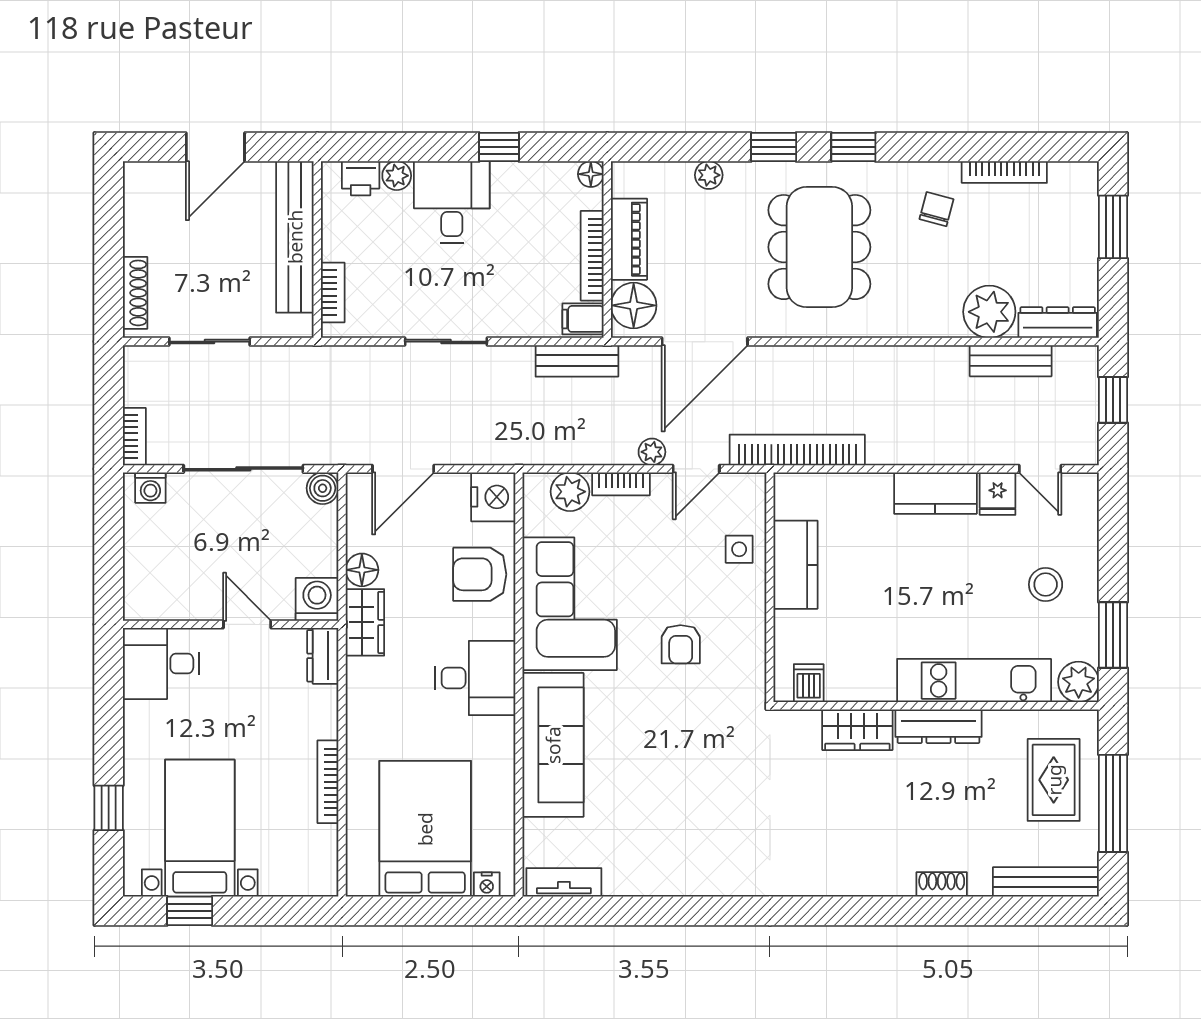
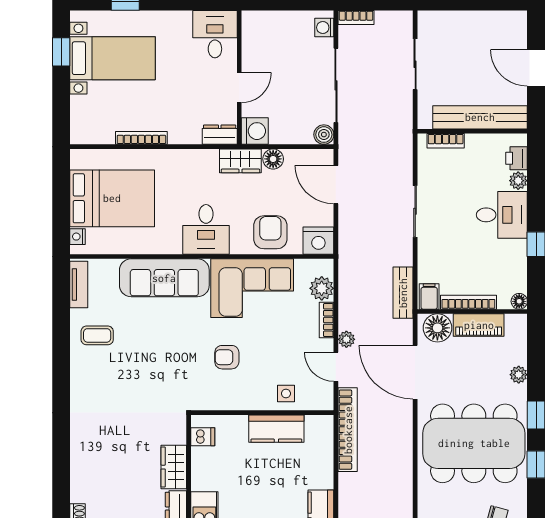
dining table: (819, 247) -> (474, 443), width x1.36, depth x1.24
shoe rack: (135, 293) -> (445, 18), removed
coffee table: (646, 853) -> (97, 335), added

